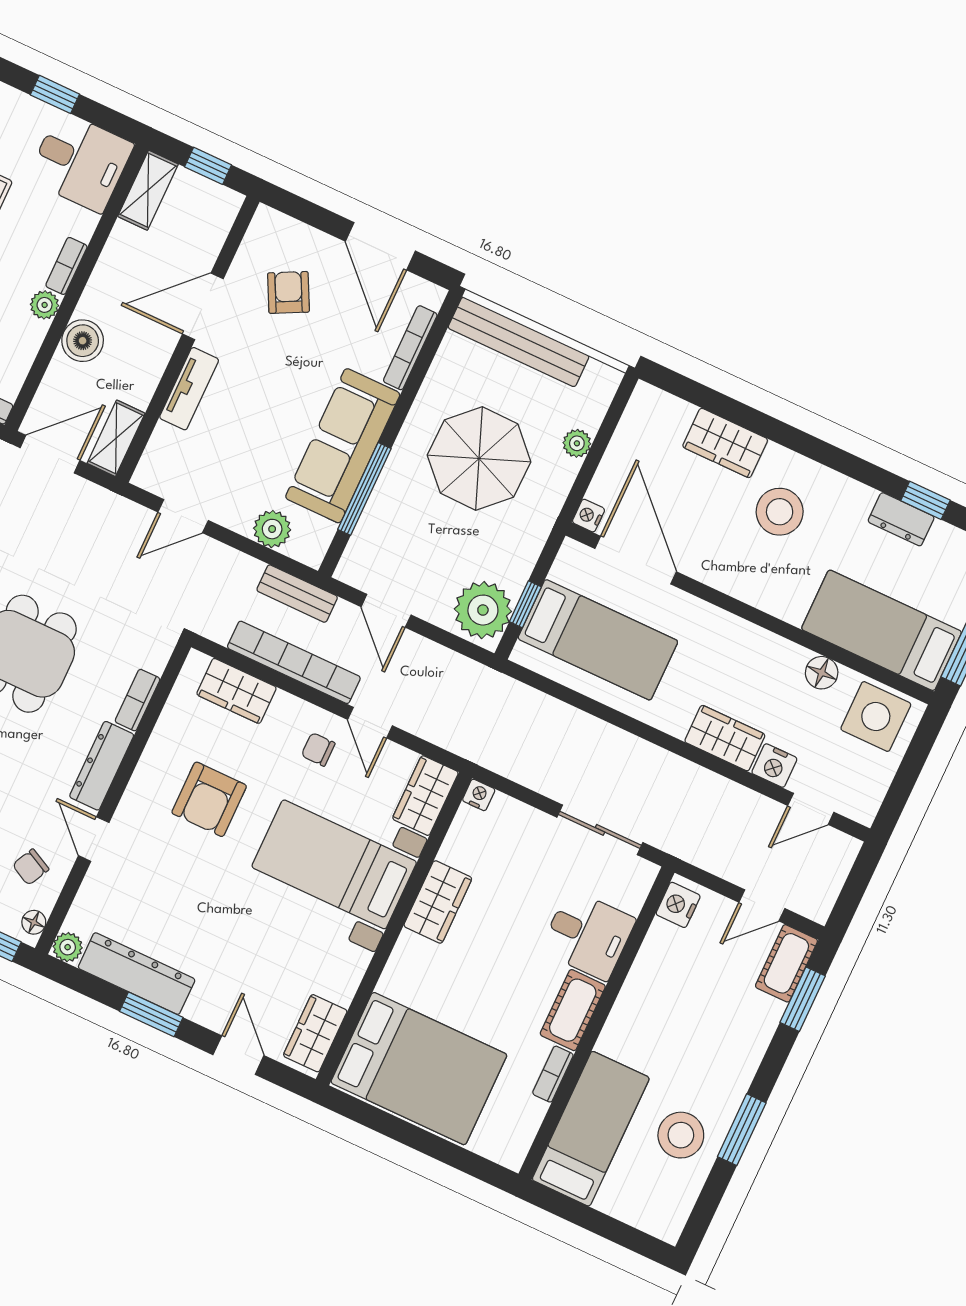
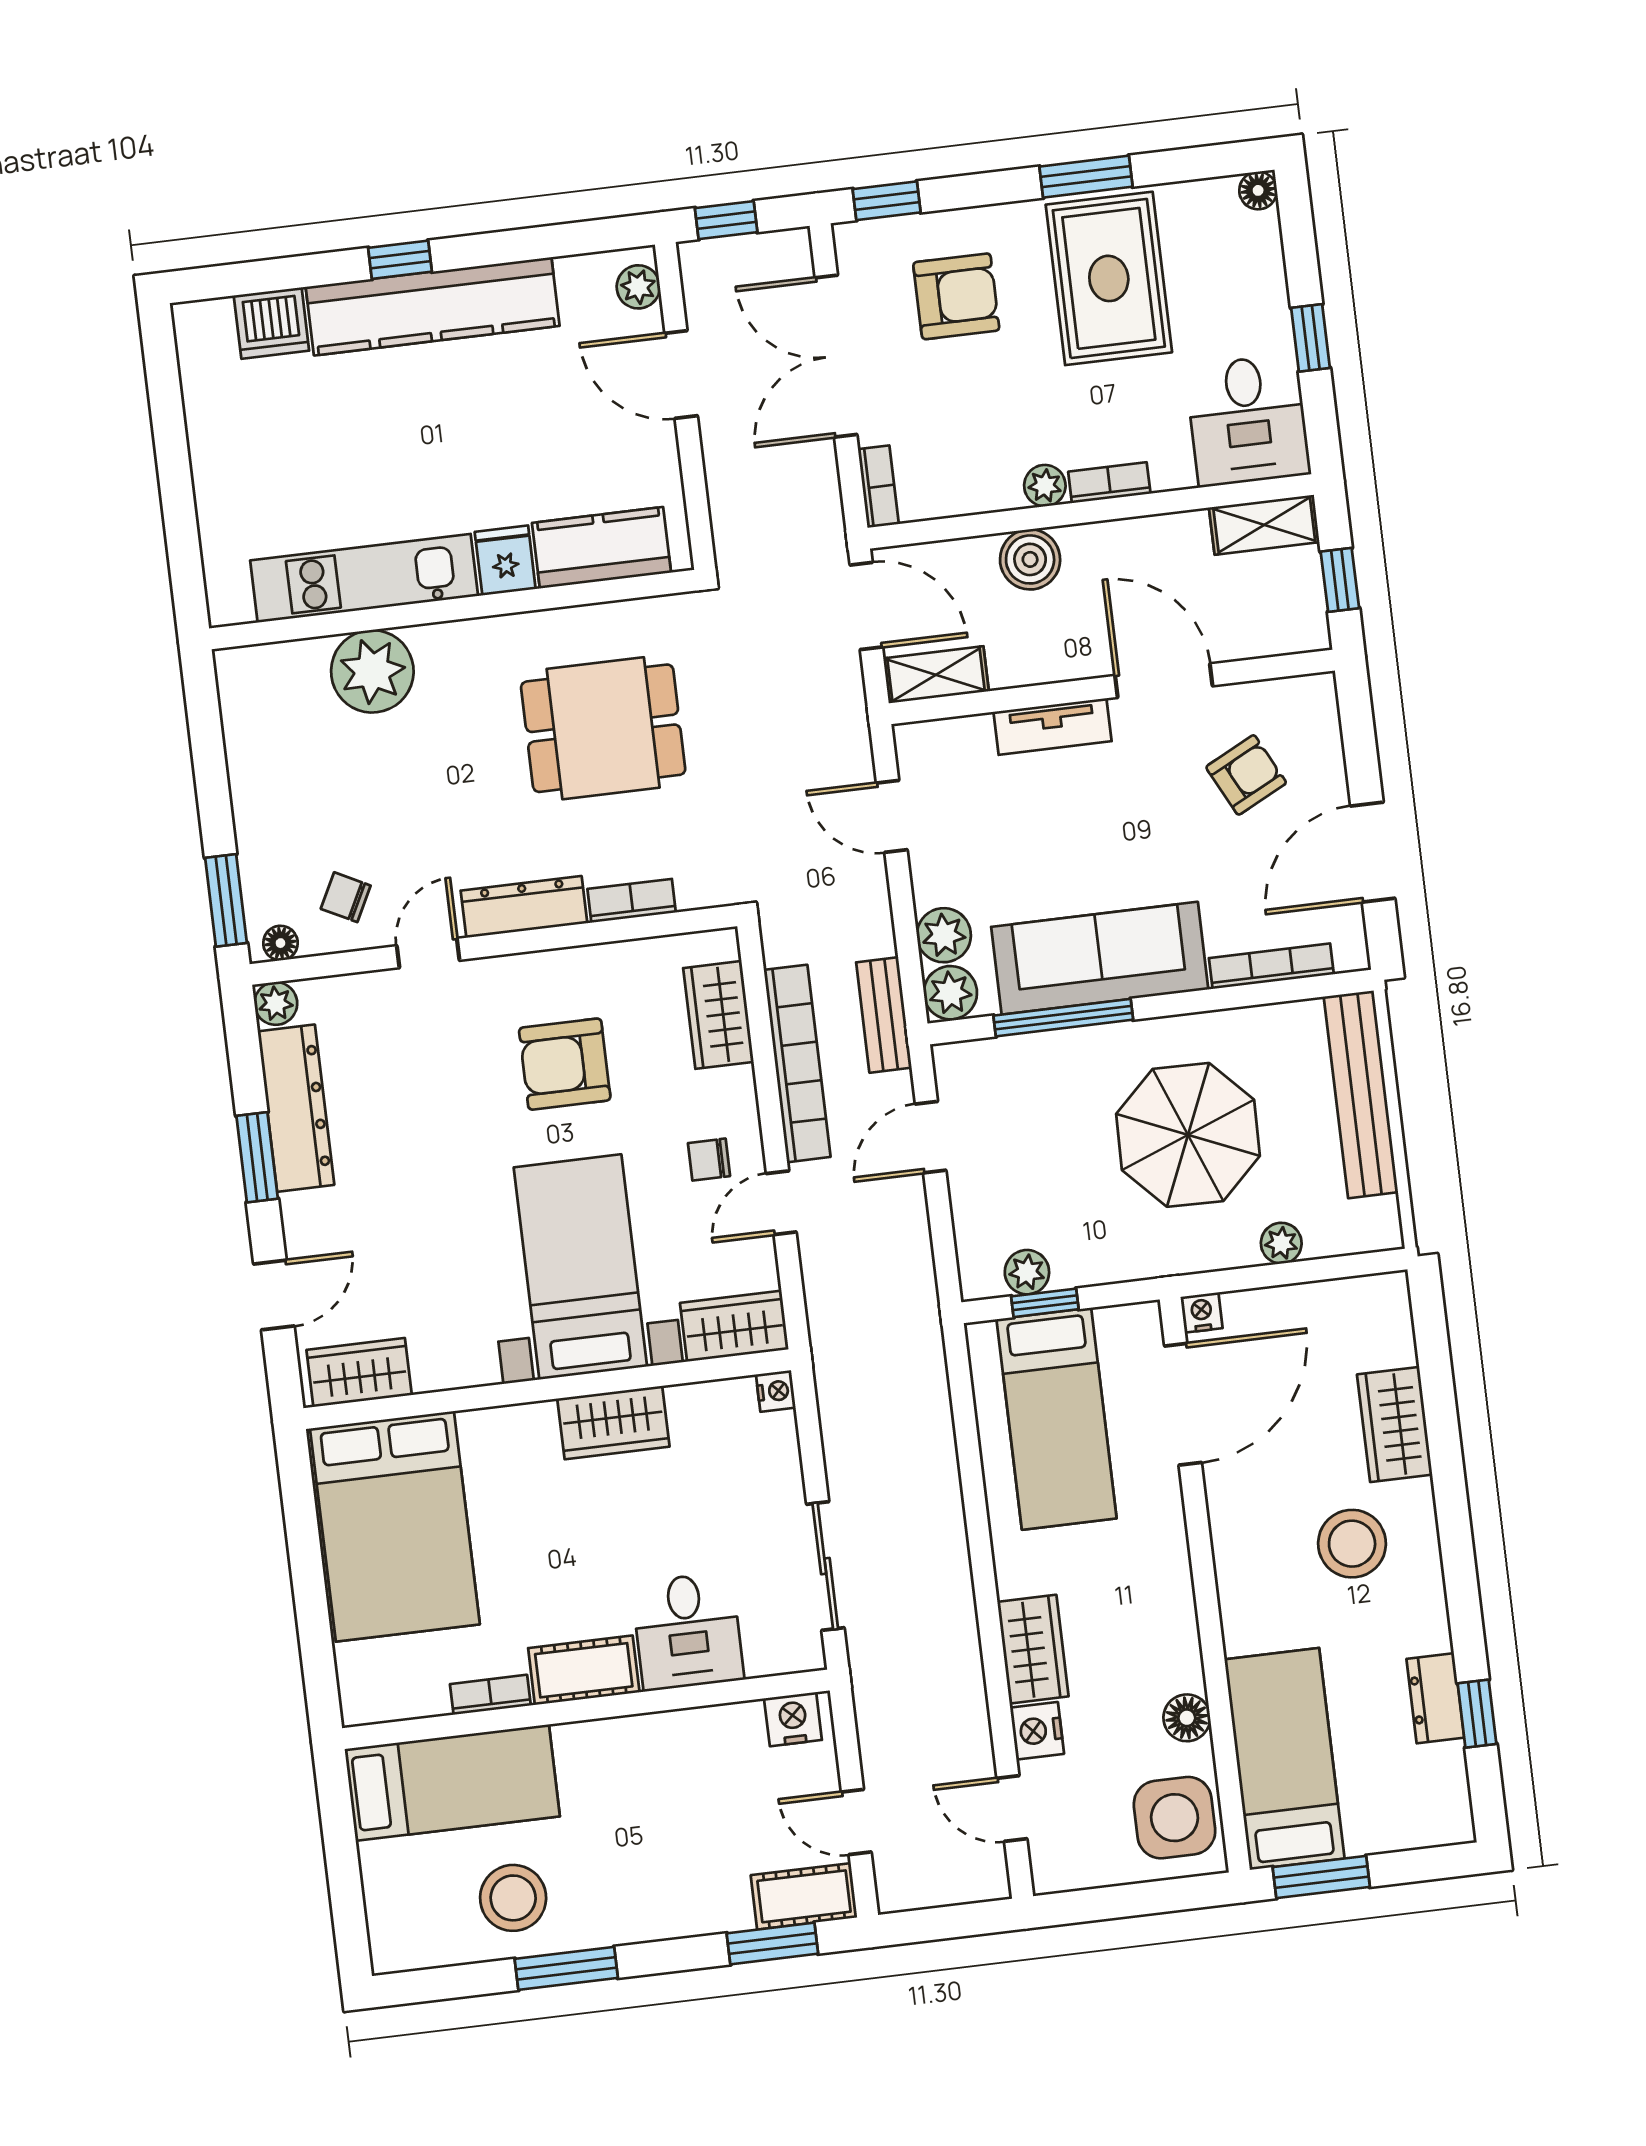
plant: (308, 546) -> (950, 993), added
plant: (483, 610) -> (1027, 1272), width x0.53, depth x0.53
chair: (318, 749) -> (709, 1160), turned -90

